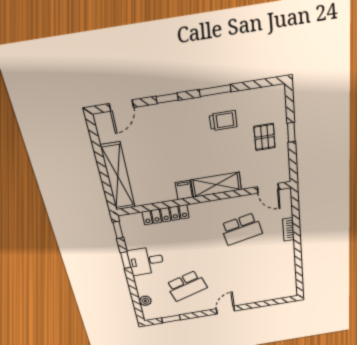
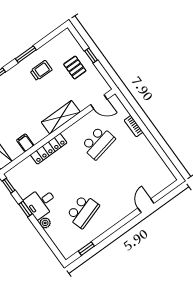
filing cabinet: (184, 190) -> (25, 143), moved
locker: (166, 215) -> (49, 149), moved
plant: (145, 301) -> (45, 223), moved
door: (225, 310) -> (146, 206), moved

